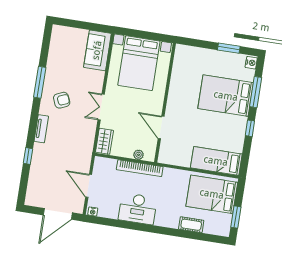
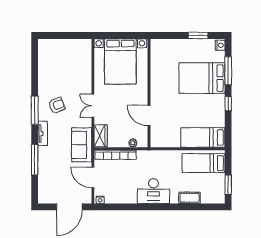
sofa: (97, 50) -> (82, 145), moved
window: (40, 82) -> (35, 110), moved
window: (28, 156) -> (35, 160), width x2.17
bookcase: (140, 168) -> (116, 155), moved
bed: (212, 194) -> (204, 163), width x0.67
desk: (138, 209) -> (153, 191), moved

